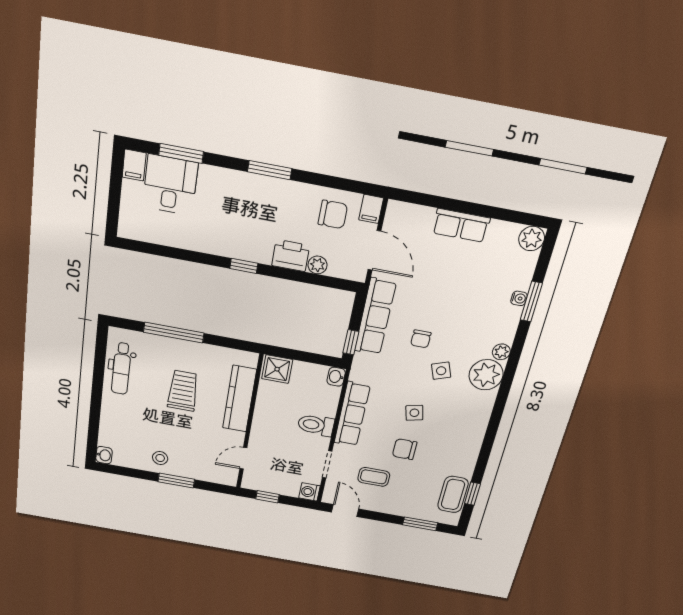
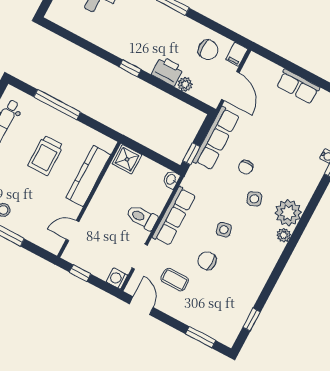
plant: (501, 352) -> (284, 235), moved
trolley: (183, 391) -> (46, 155), turned 180
coffee table: (453, 494) -> (235, 316), removed

